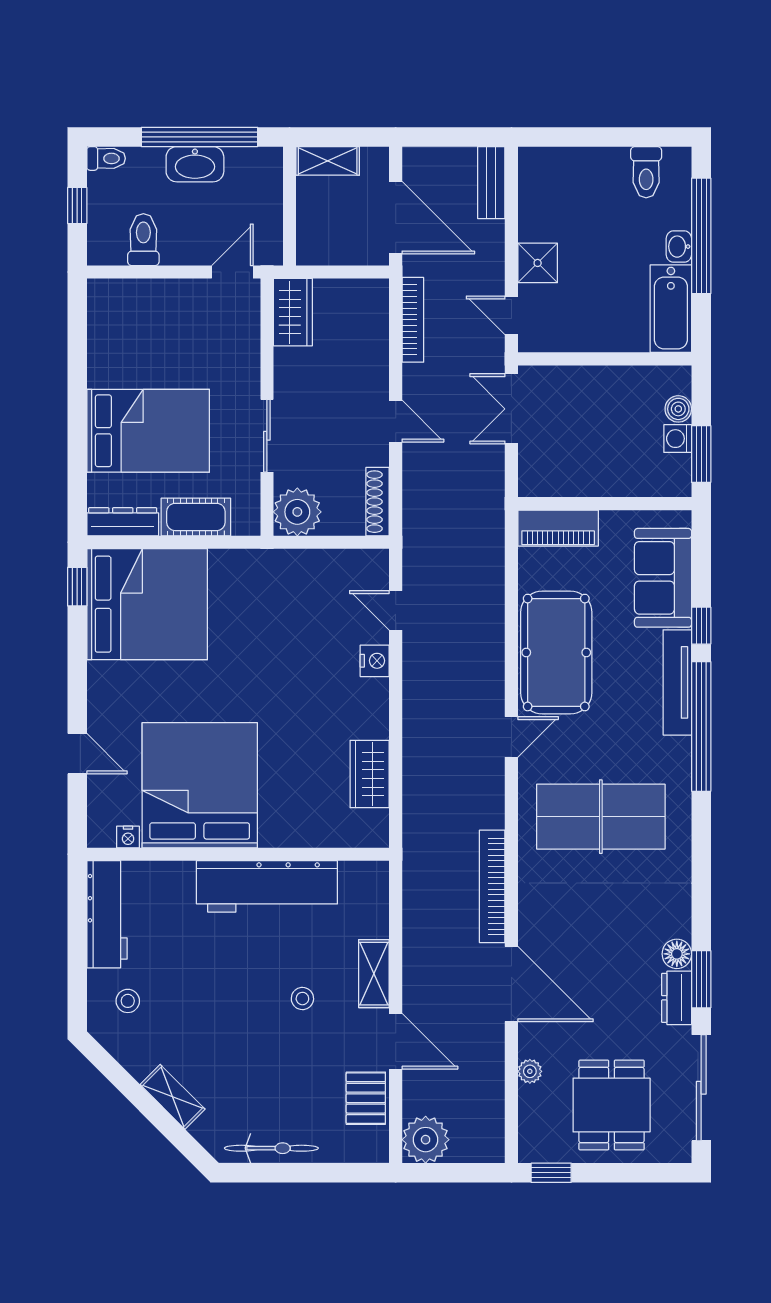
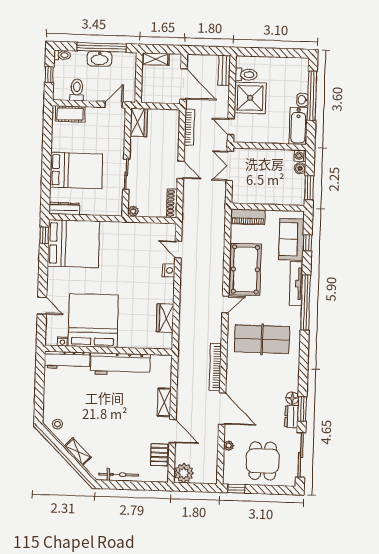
toilet: (646, 172) -> (246, 75), moved, turned -90
shower: (538, 263) -> (250, 98), width x1.86, depth x1.86
washing machine: (678, 439) -> (300, 156), moved
plant: (297, 512) -> (133, 211), width x0.53, depth x0.53
cot: (196, 517) -> (70, 114), moved
window: (701, 626) -> (307, 243), moved
workbench: (107, 914) -> (67, 360), moved, turned 90
stool: (302, 999) -> (134, 412), removed
stool: (128, 1001) -> (57, 424), moved

